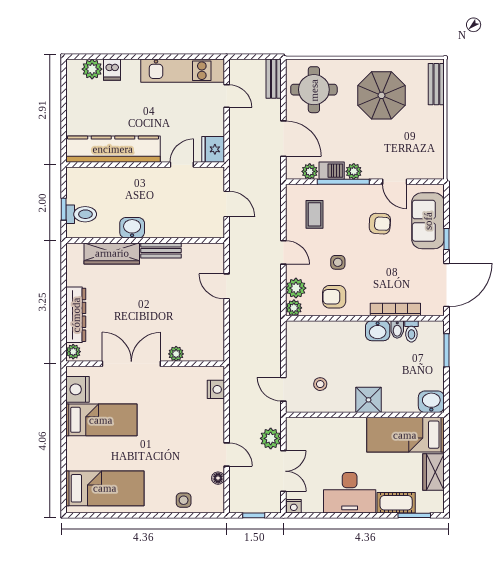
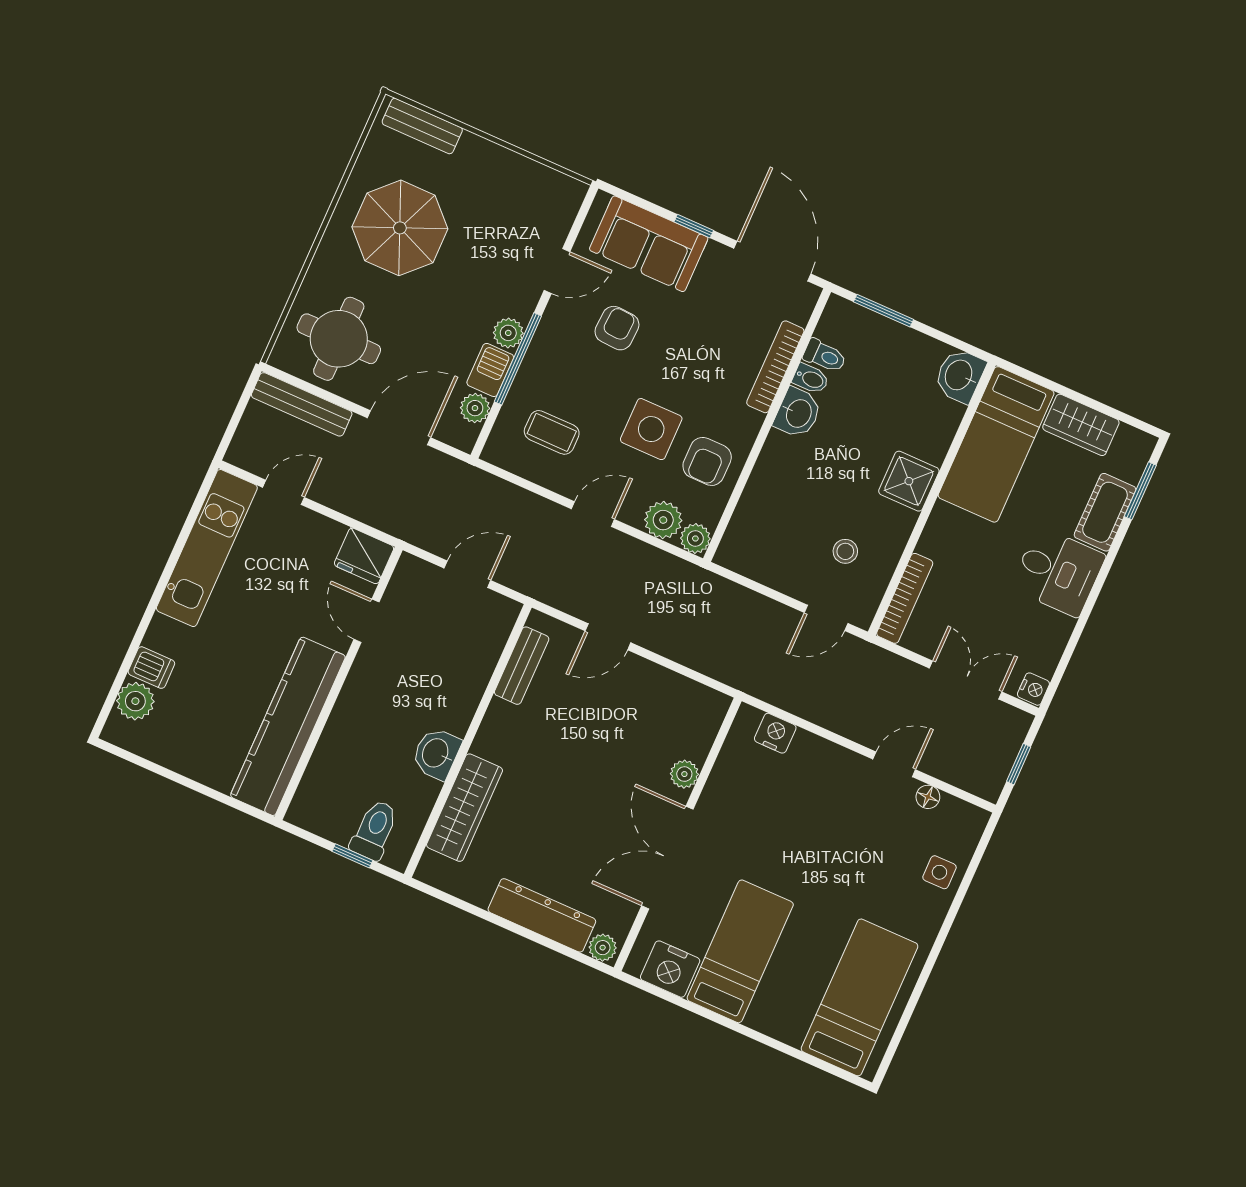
bench: (274, 79) -> (302, 404), width x1.36
bench: (161, 250) -> (522, 666), moved
side table: (338, 262) -> (651, 429), width x1.87, depth x1.87
bookcase: (310, 423) -> (905, 598), added
plant: (271, 438) -> (900, 677), removed
desk: (350, 493) -> (1058, 572), width x0.73

